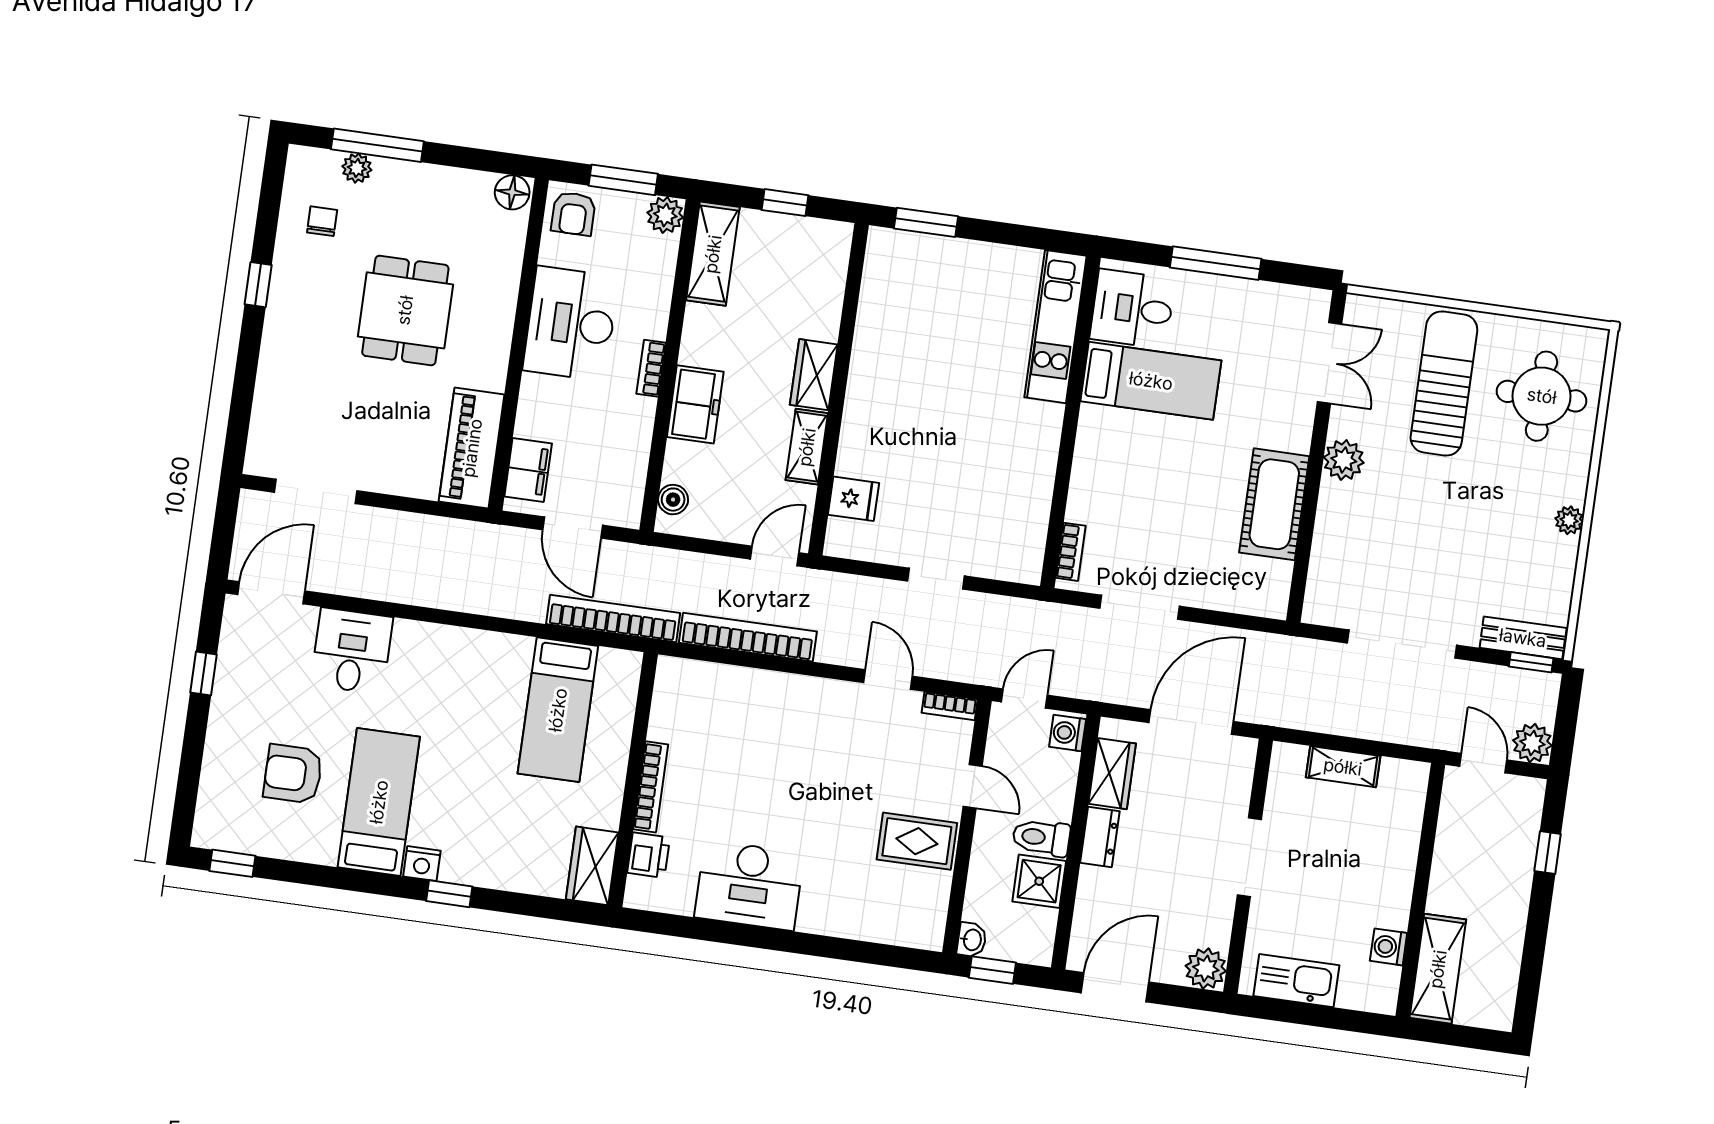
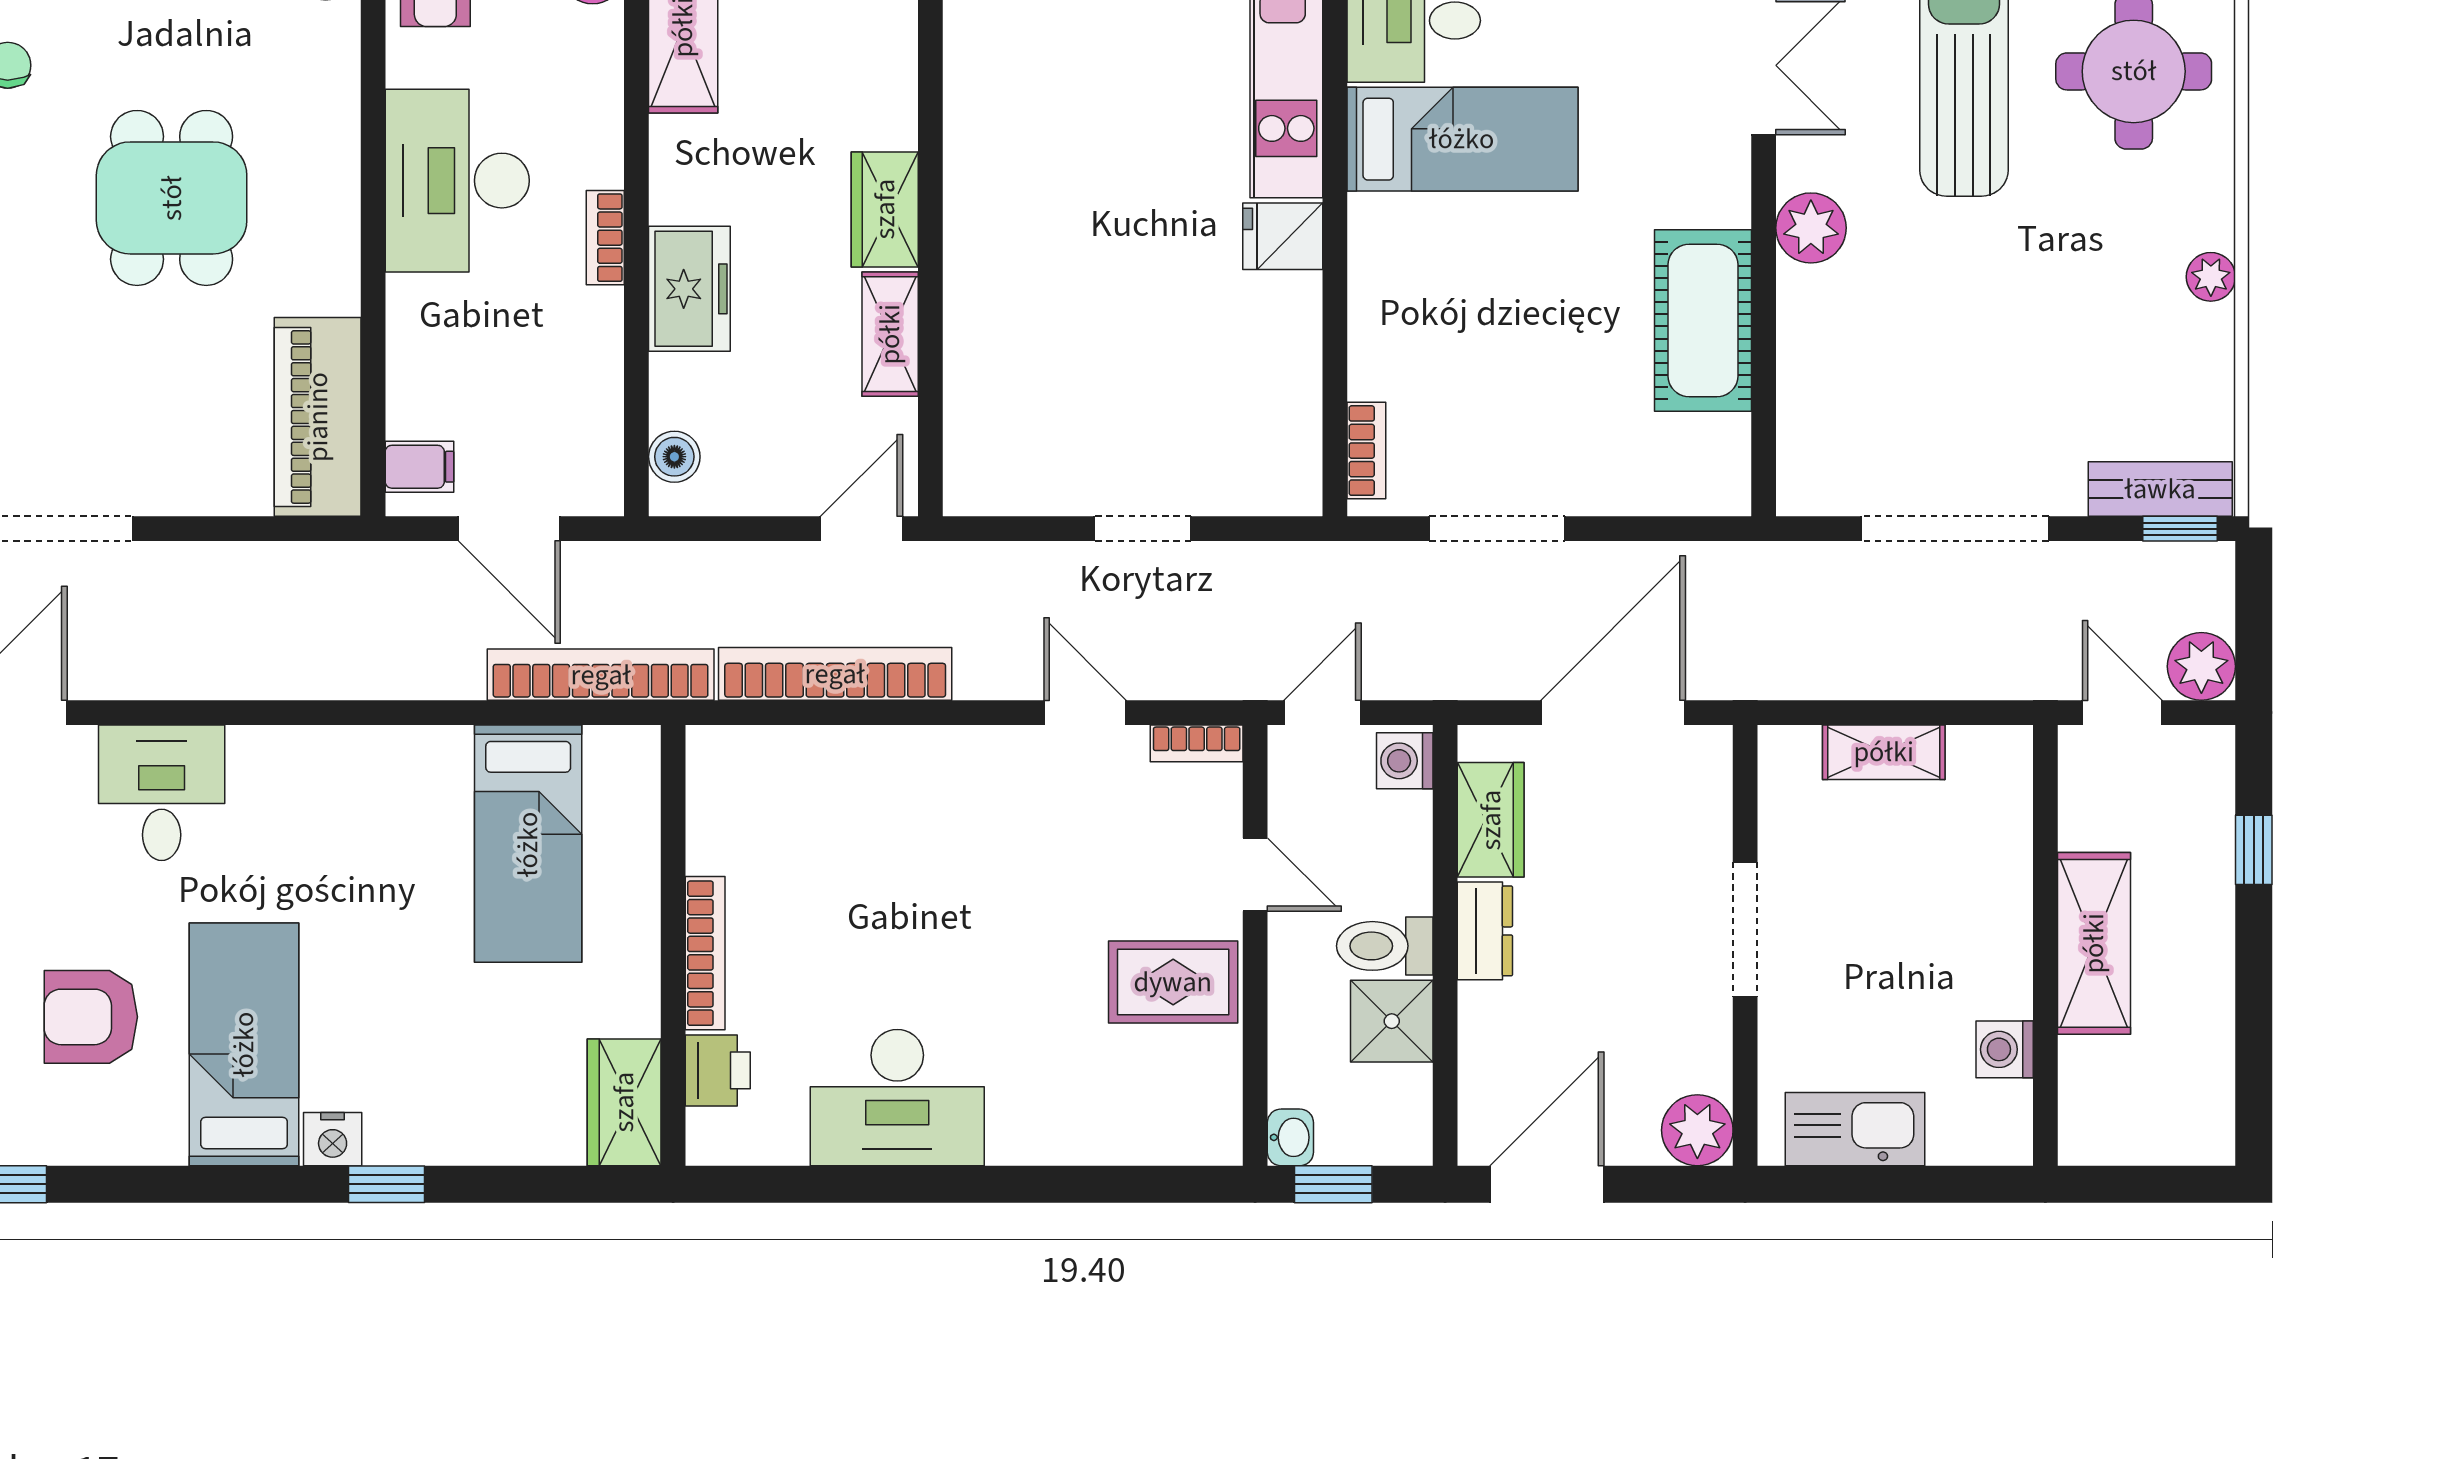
filing cabinet: (528, 470) -> (420, 467), width x0.50
fridge: (854, 499) -> (1283, 236), moved, turned 180
shelving: (1438, 969) -> (2094, 943), moved

